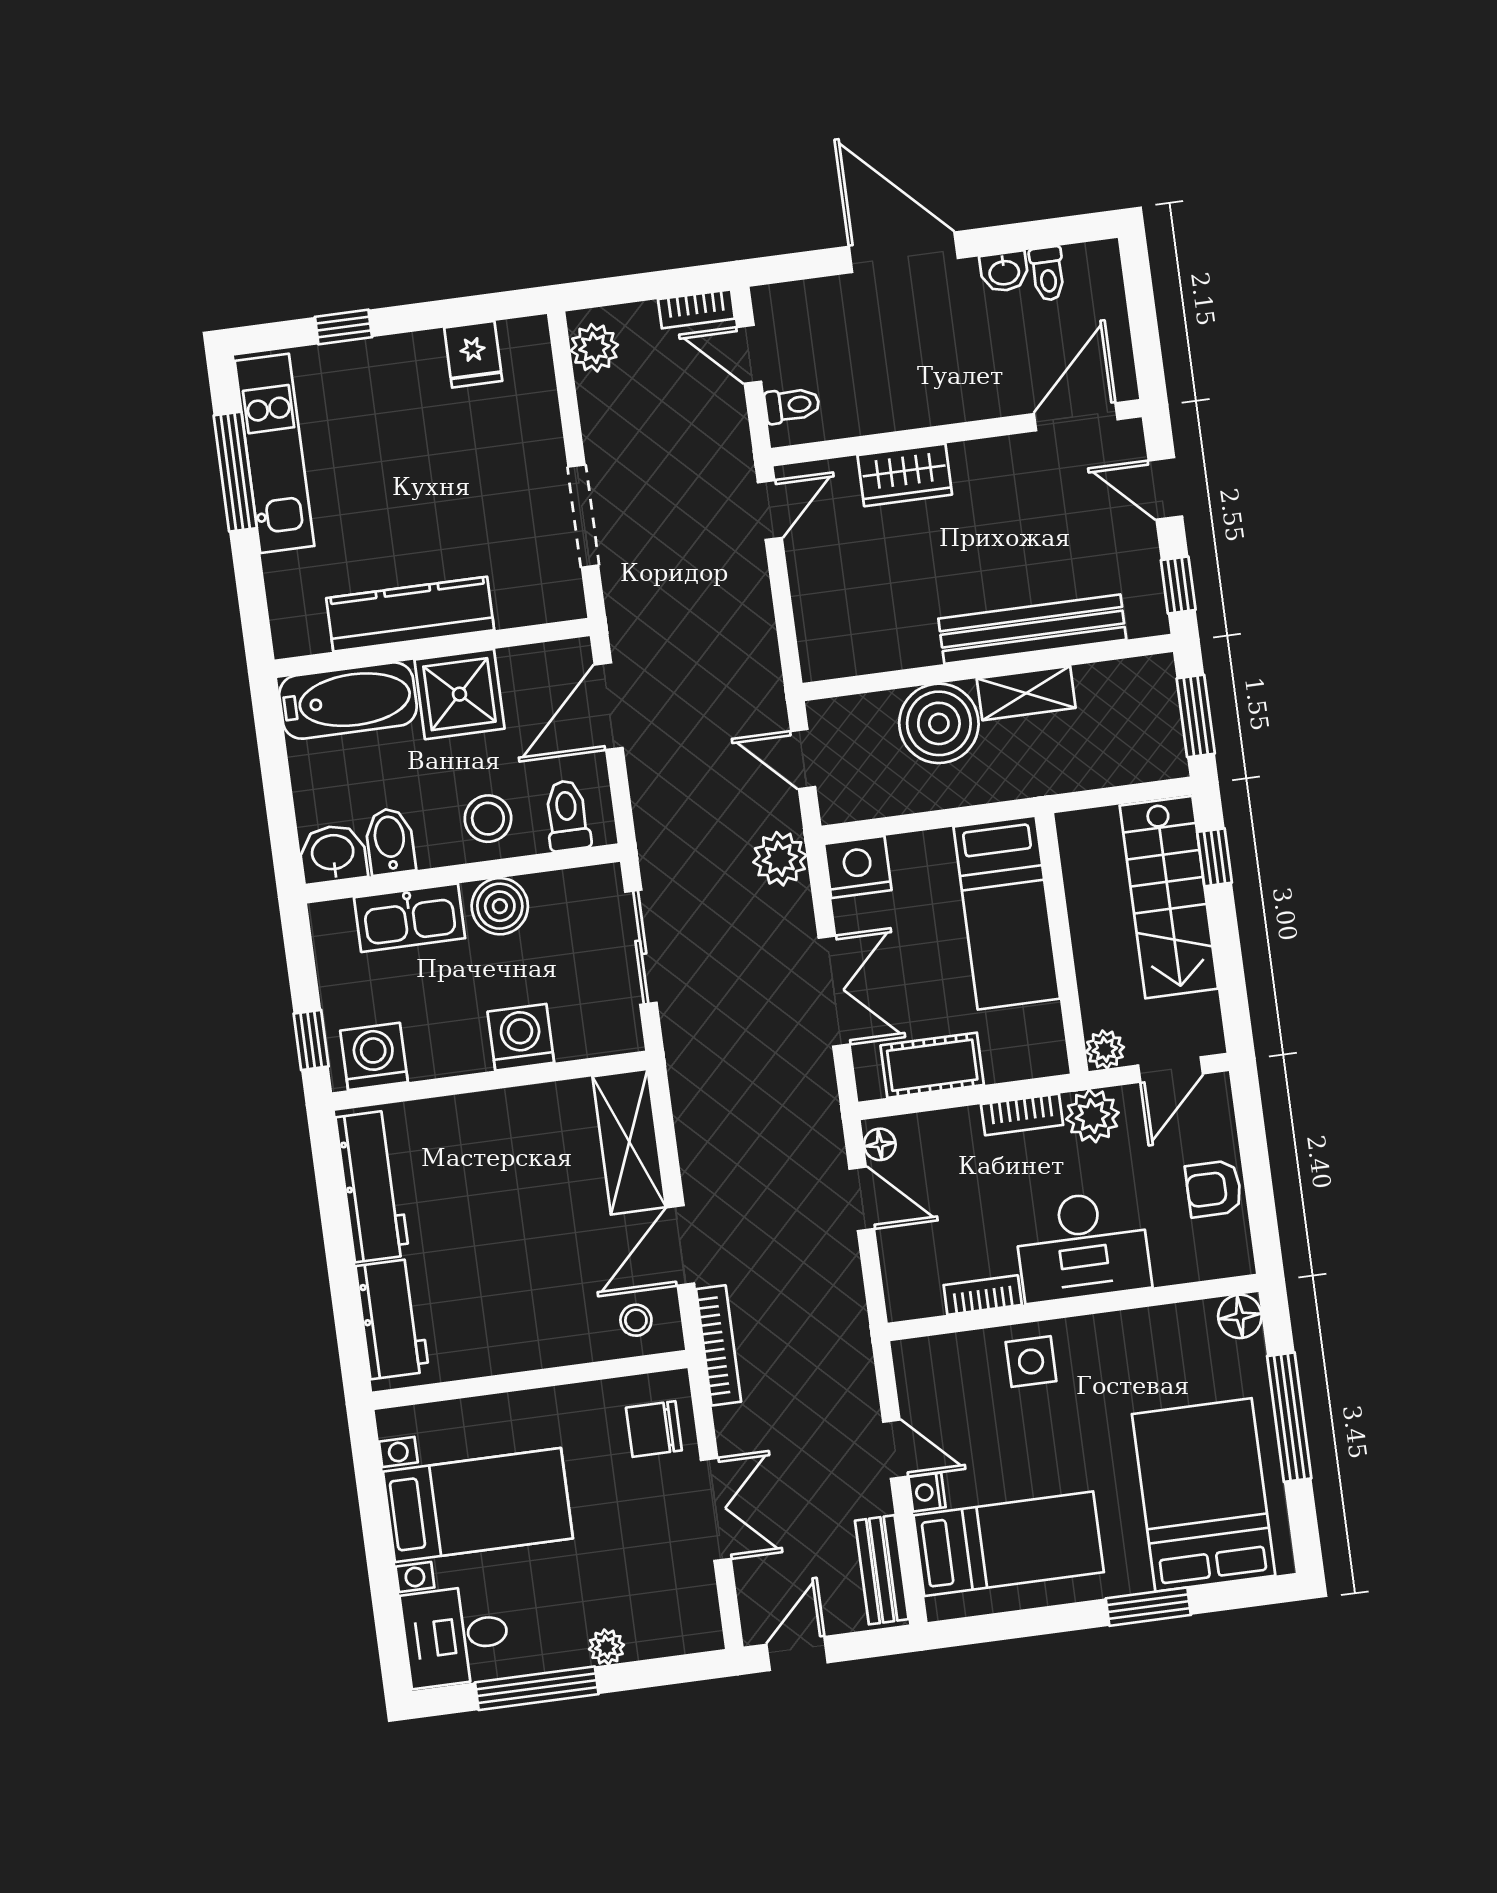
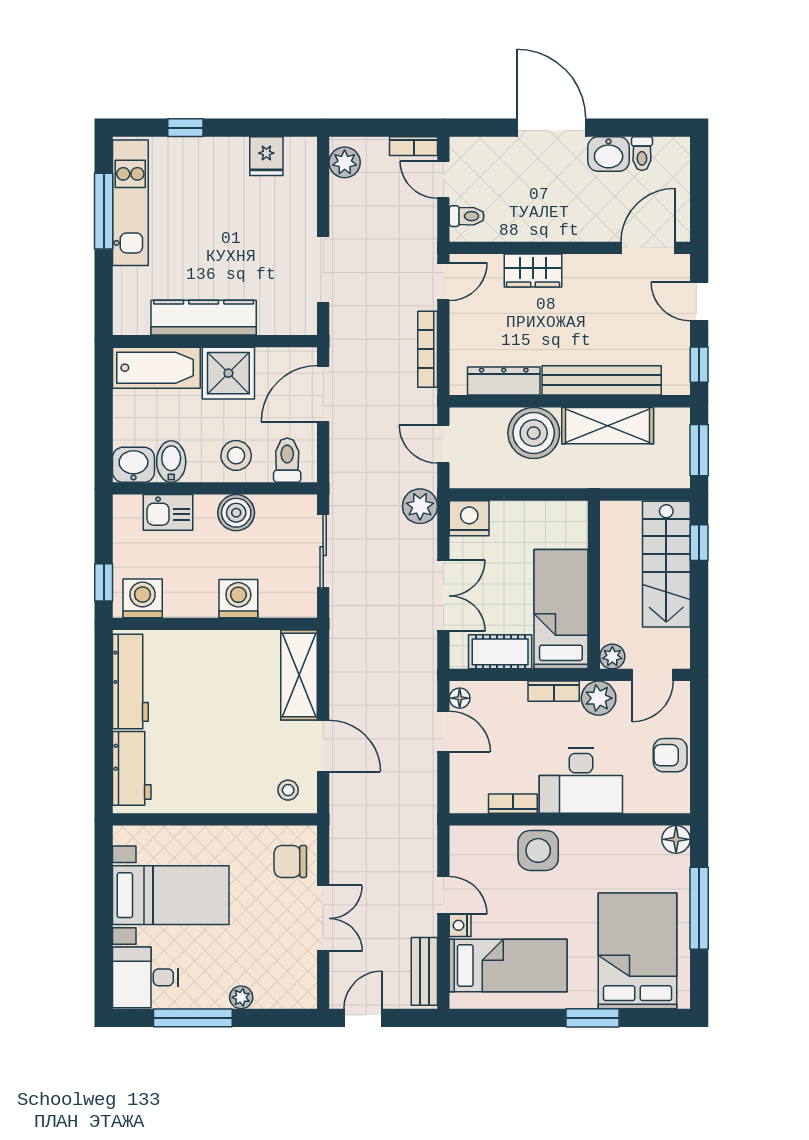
washbasin: (1004, 272) -> (609, 154), width x1.38, depth x1.45
dresser: (882, 650) -> (504, 381), added
shelving: (1026, 693) -> (608, 426), width x1.50, depth x1.33
bed: (1007, 913) -> (561, 609), moved, turned 180
kitchen sink: (410, 918) -> (168, 512), width x0.73
door: (681, 1245) -> (323, 746), swing flipped
bookcase: (718, 1345) -> (428, 349), moved, turned 180
side table: (1031, 1362) -> (538, 850), width x1.37, depth x1.37

